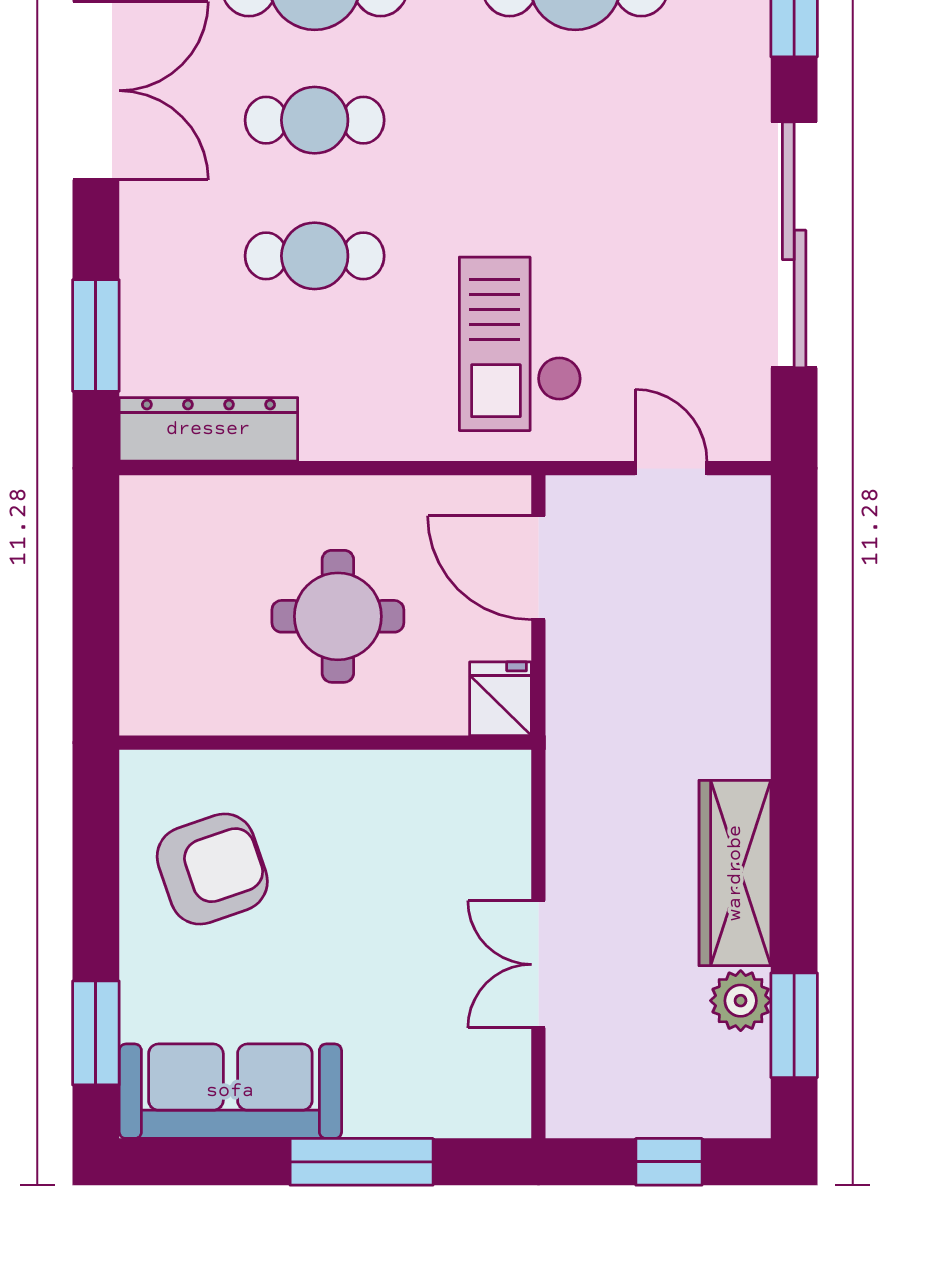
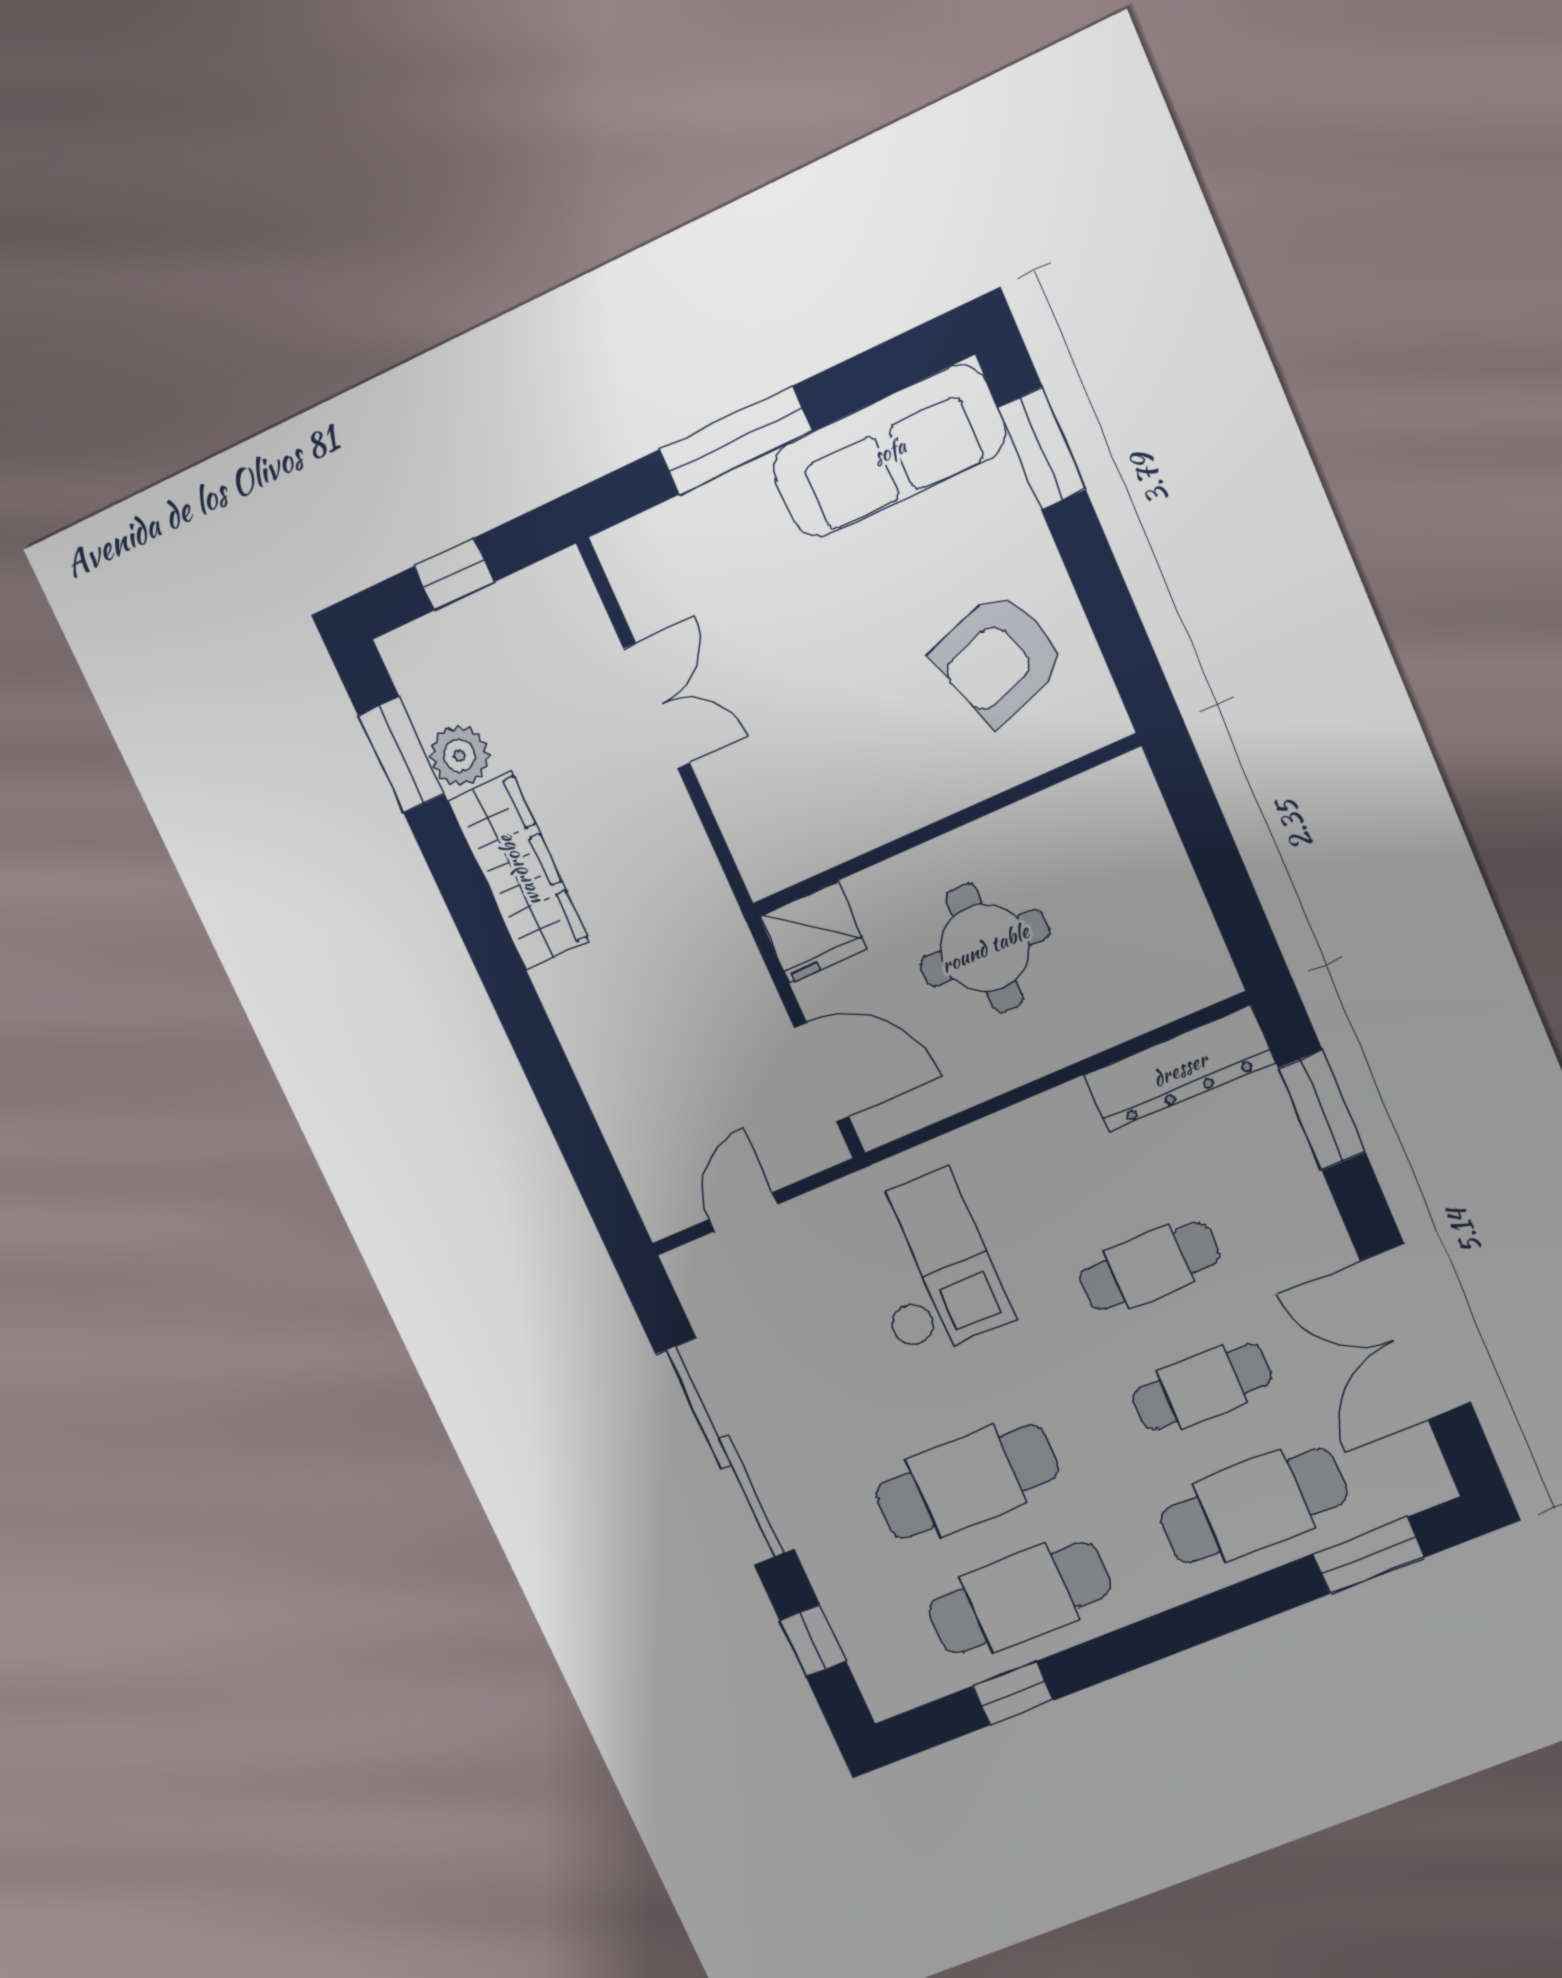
cafe table: (575, 120) -> (967, 1481), added
door: (671, 468) -> (743, 1212), swing flipped
fridge: (501, 699) -> (813, 933), width x1.38

